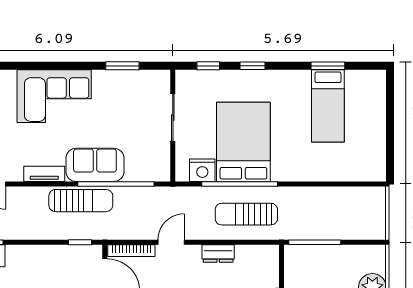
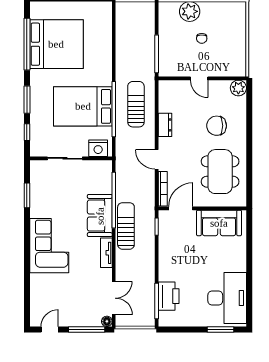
window: (253, 66) -> (27, 100), width x1.50
window: (328, 66) -> (27, 44), width x2.11
bed: (328, 106) -> (56, 44), width x2.04
nightstand: (202, 170) -> (98, 148), moved, turned 90
sun lounger: (246, 214) -> (136, 104), turned 180

